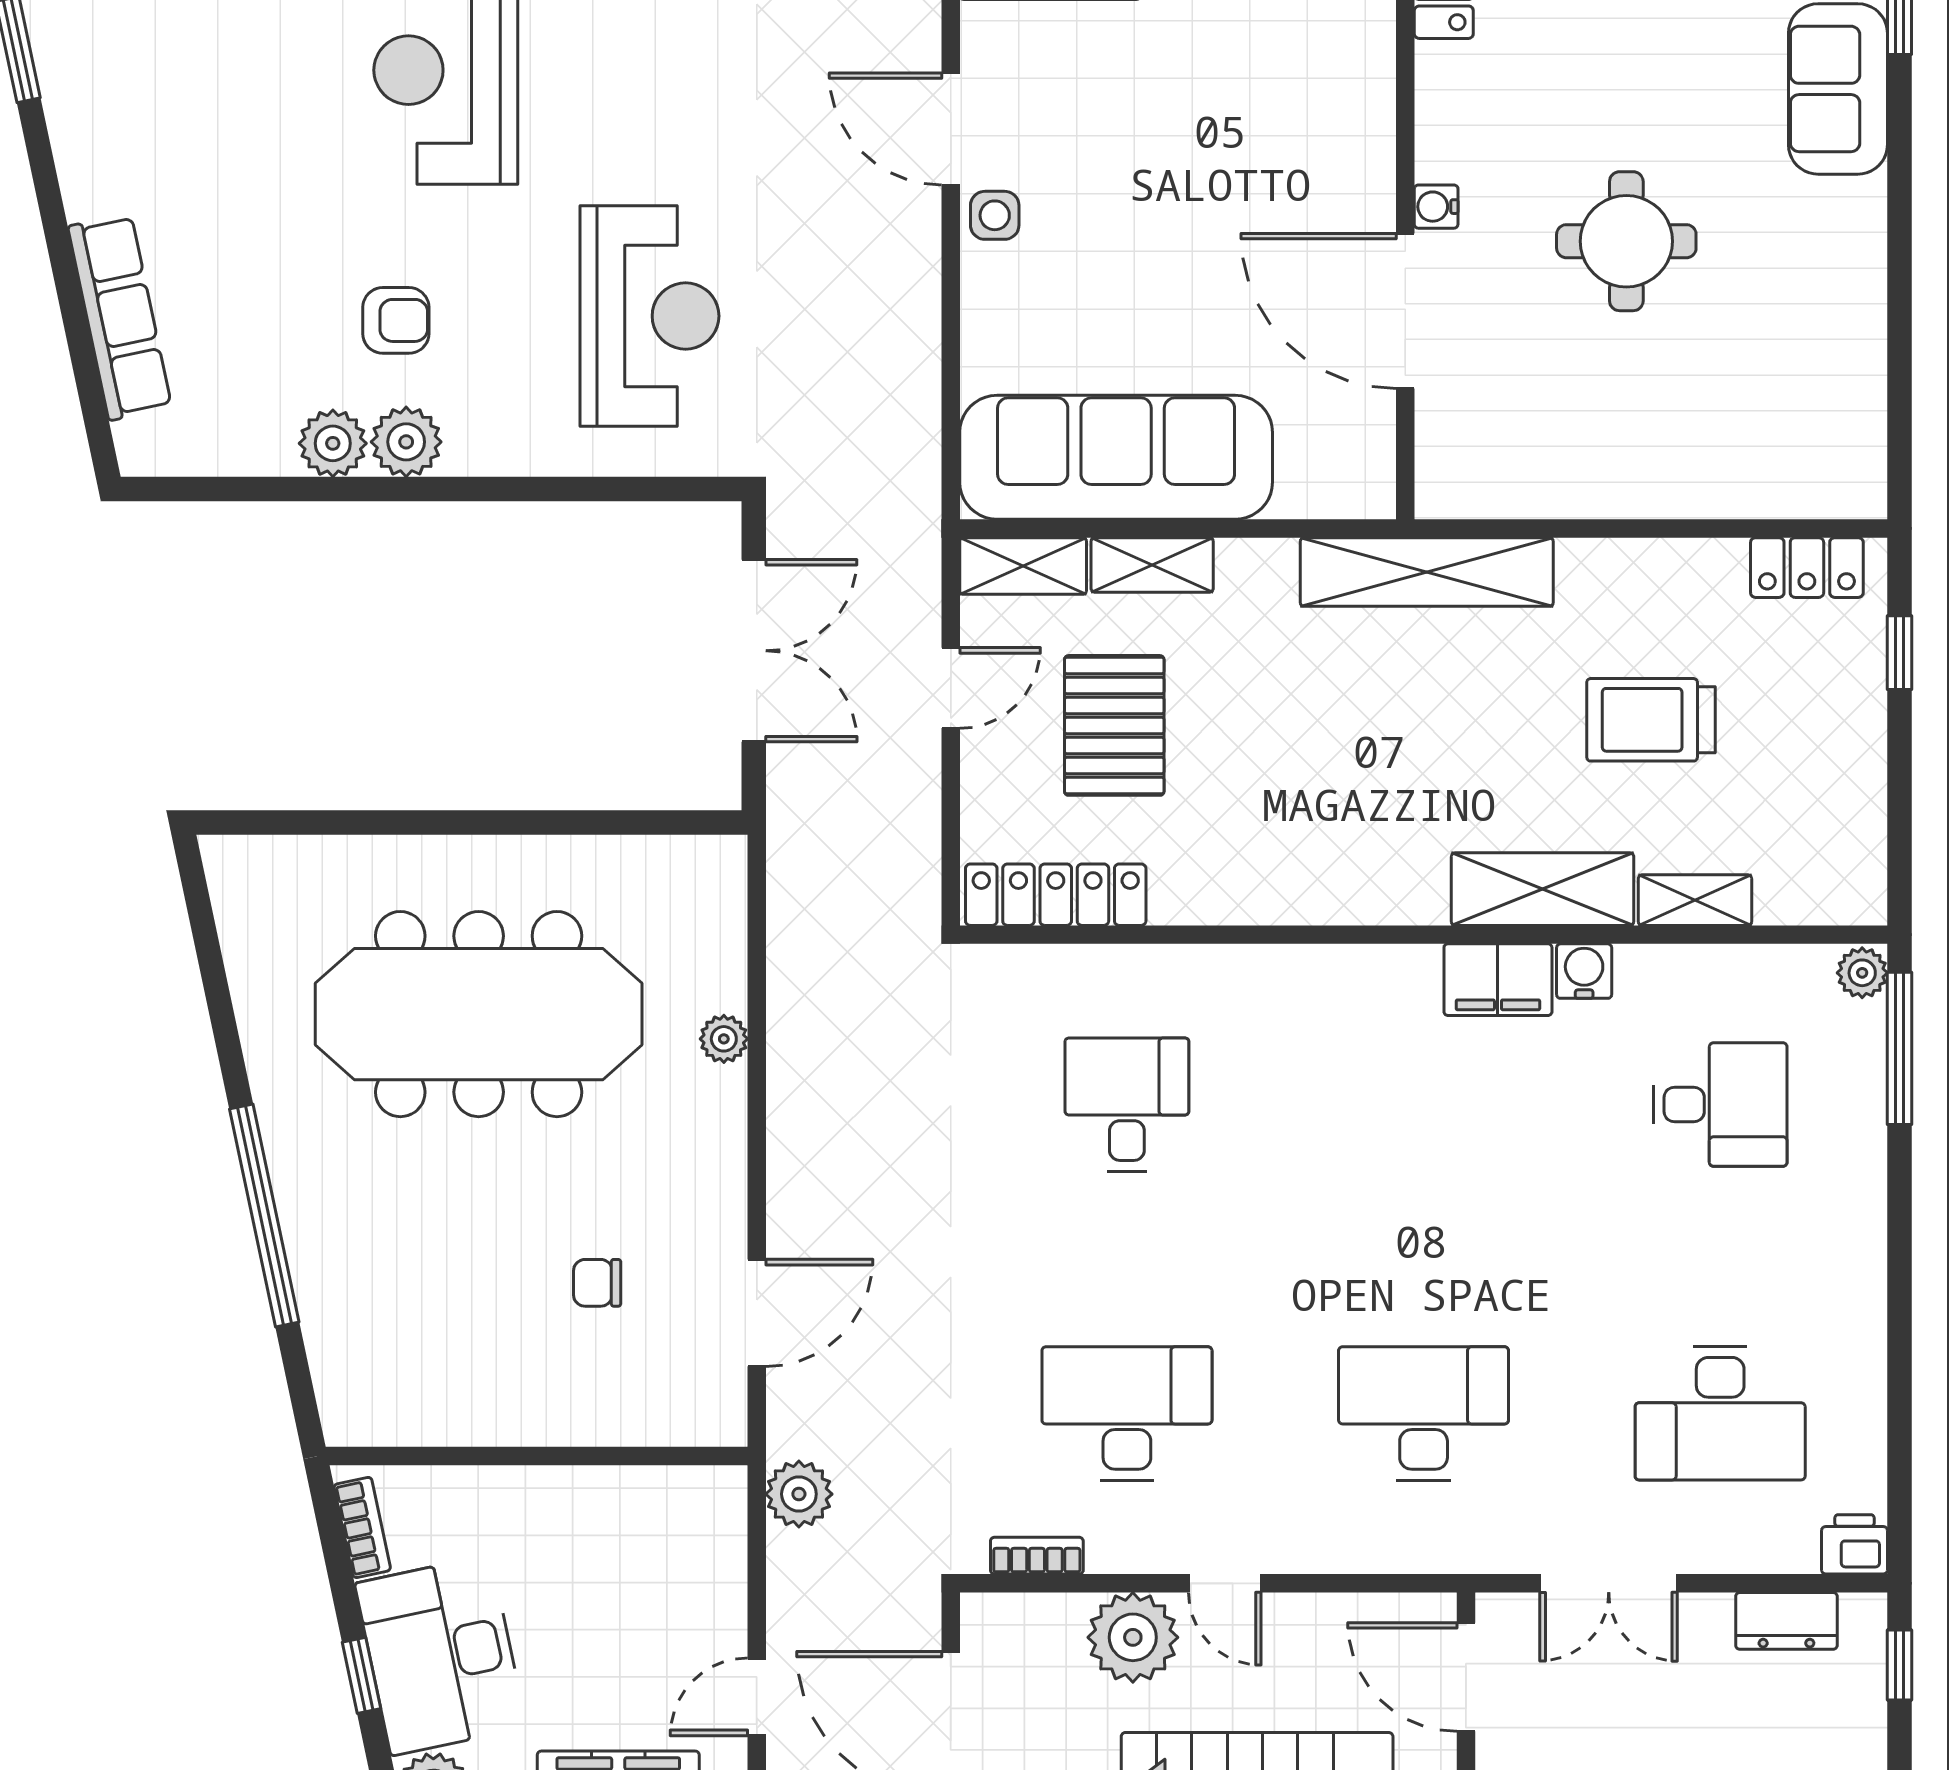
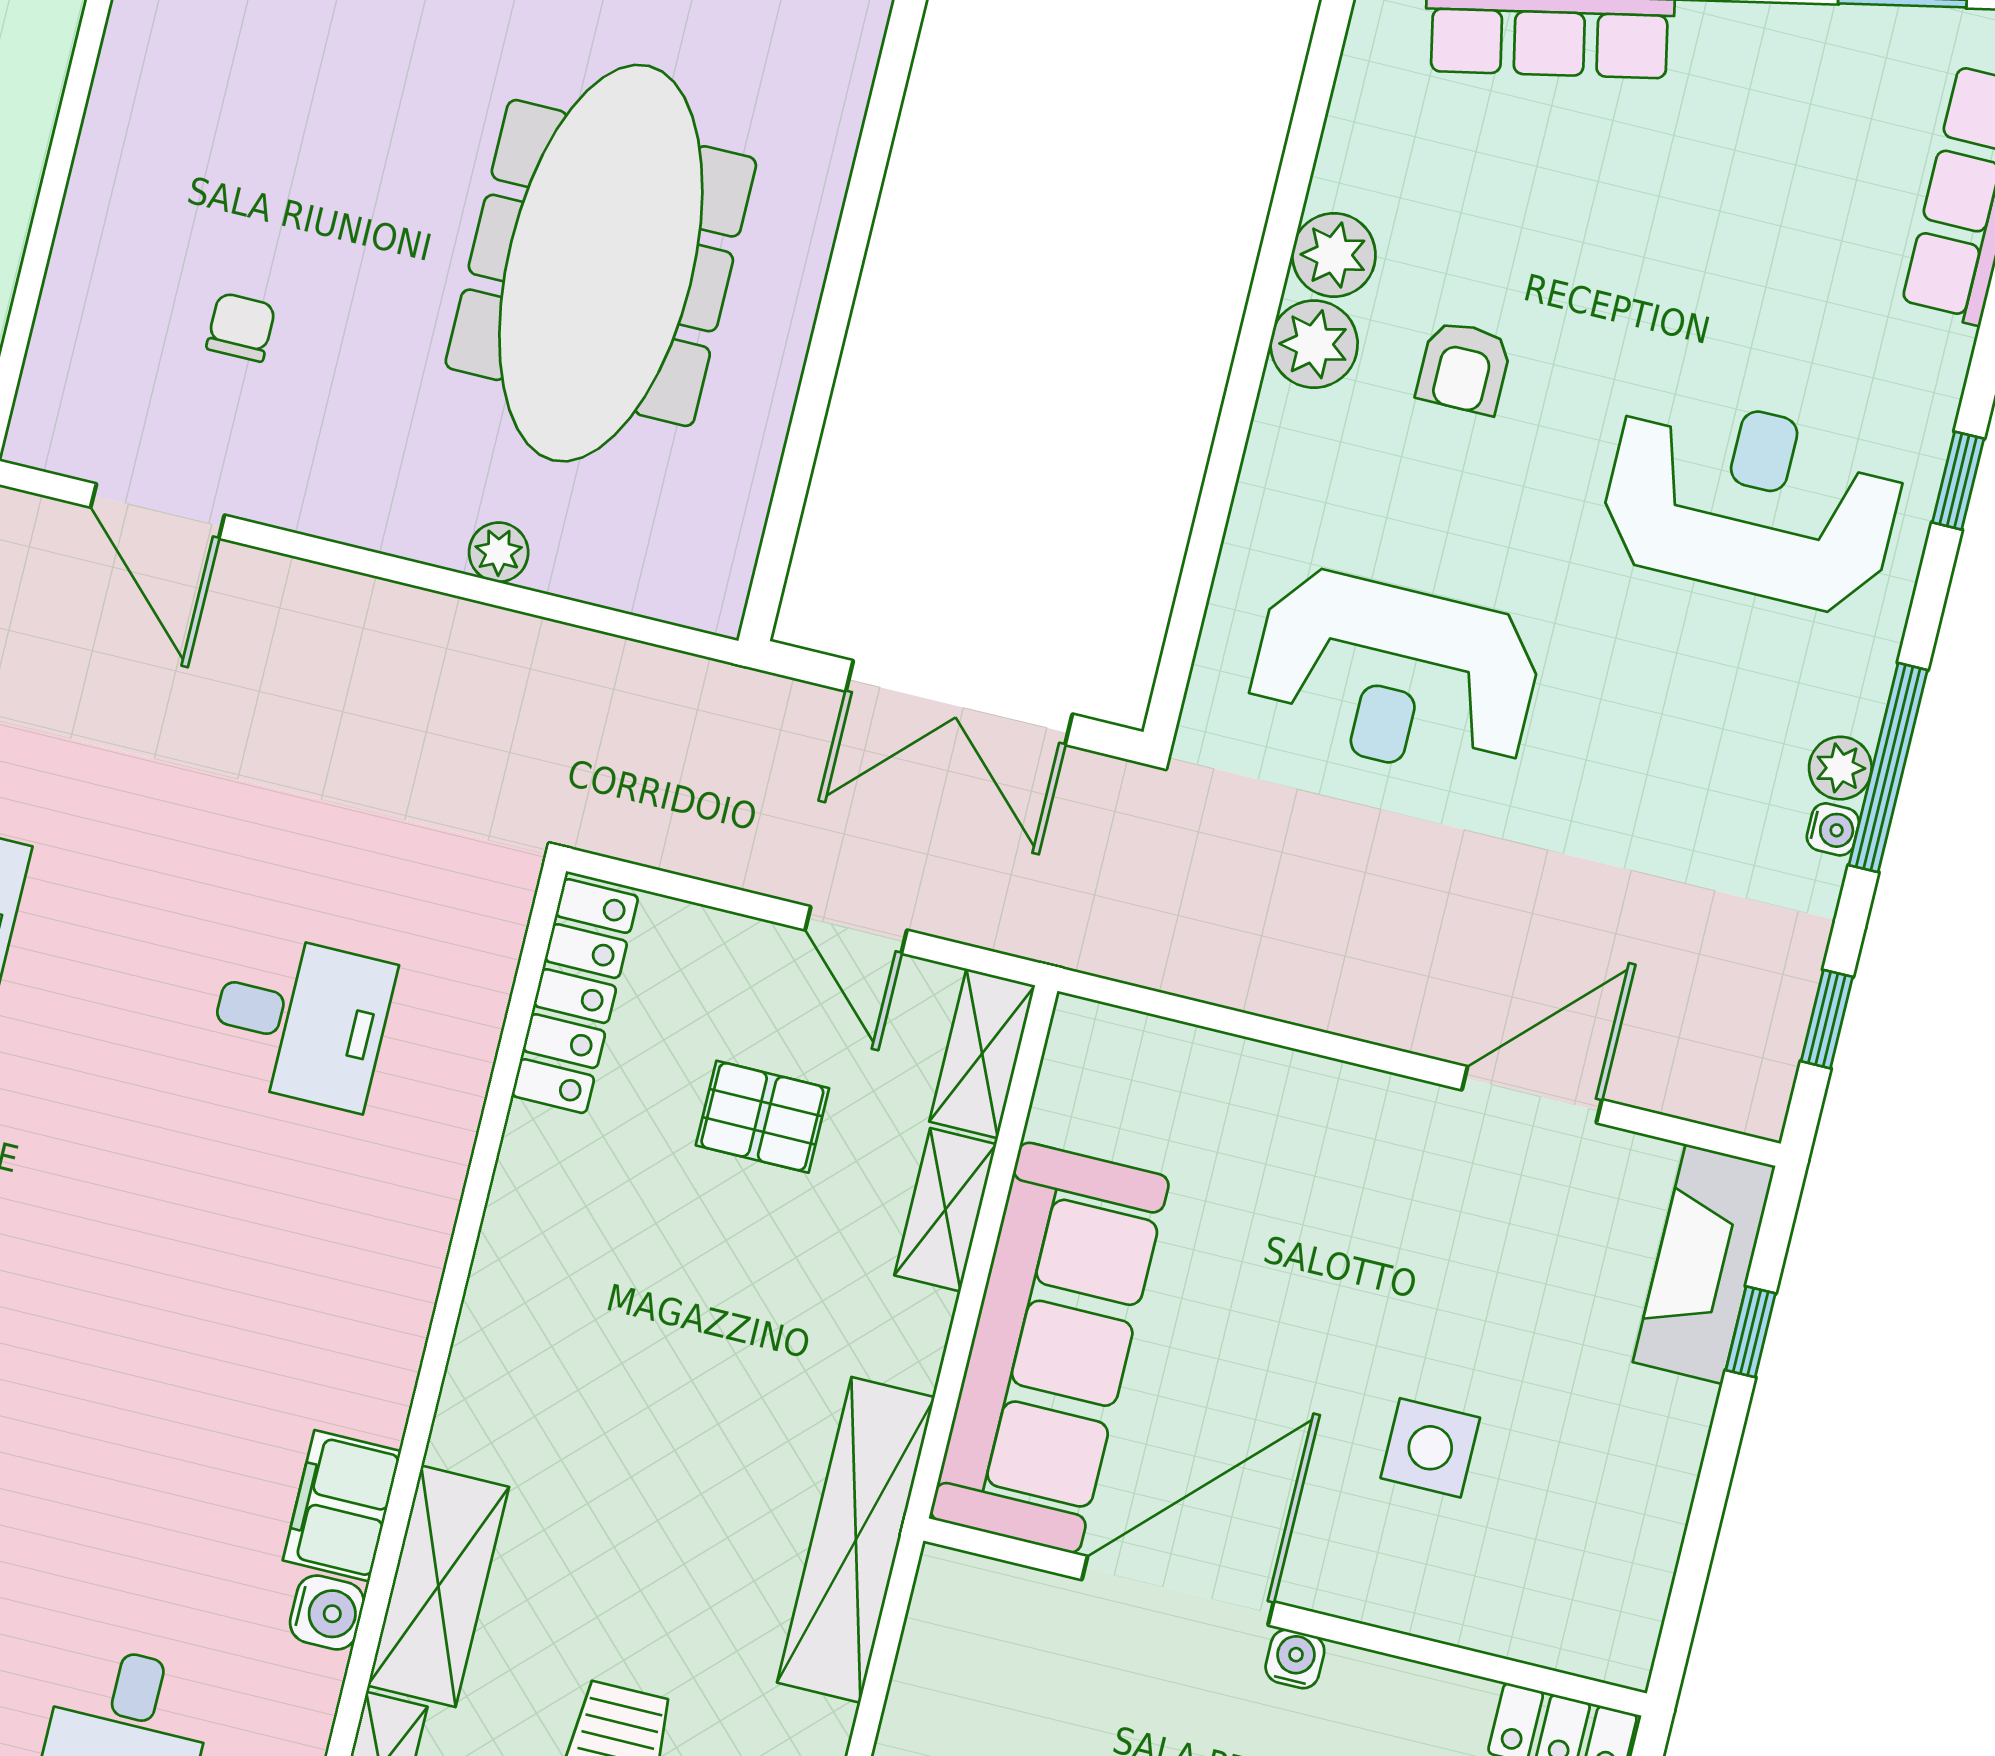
side table: (995, 215) -> (1430, 1448), moved, width x1.37, depth x1.37
sofa: (1116, 457) -> (1050, 1348), moved
pallet: (1114, 725) -> (762, 1117), width x0.67, depth x0.71

